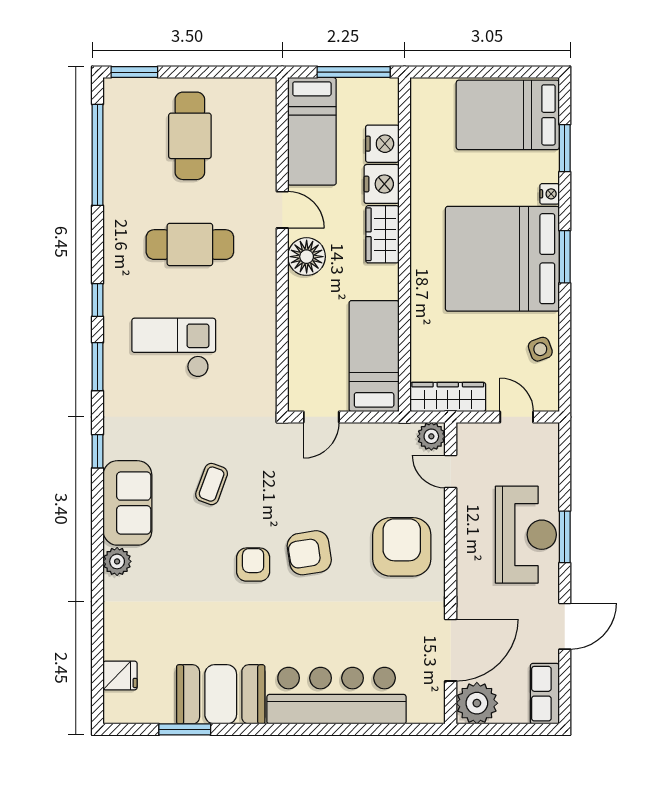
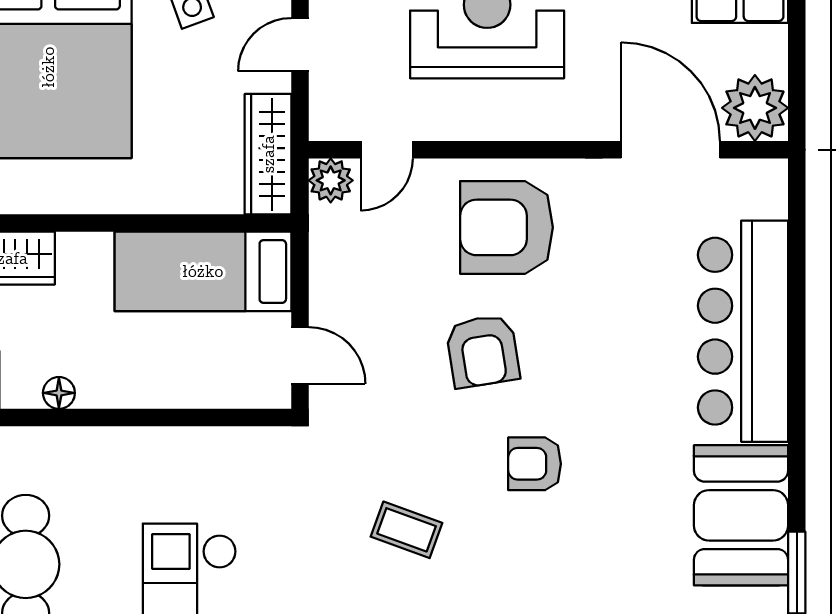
floor lamp: (307, 257) -> (59, 393), width x0.53, depth x0.53
armchair: (309, 553) -> (483, 351), moved

